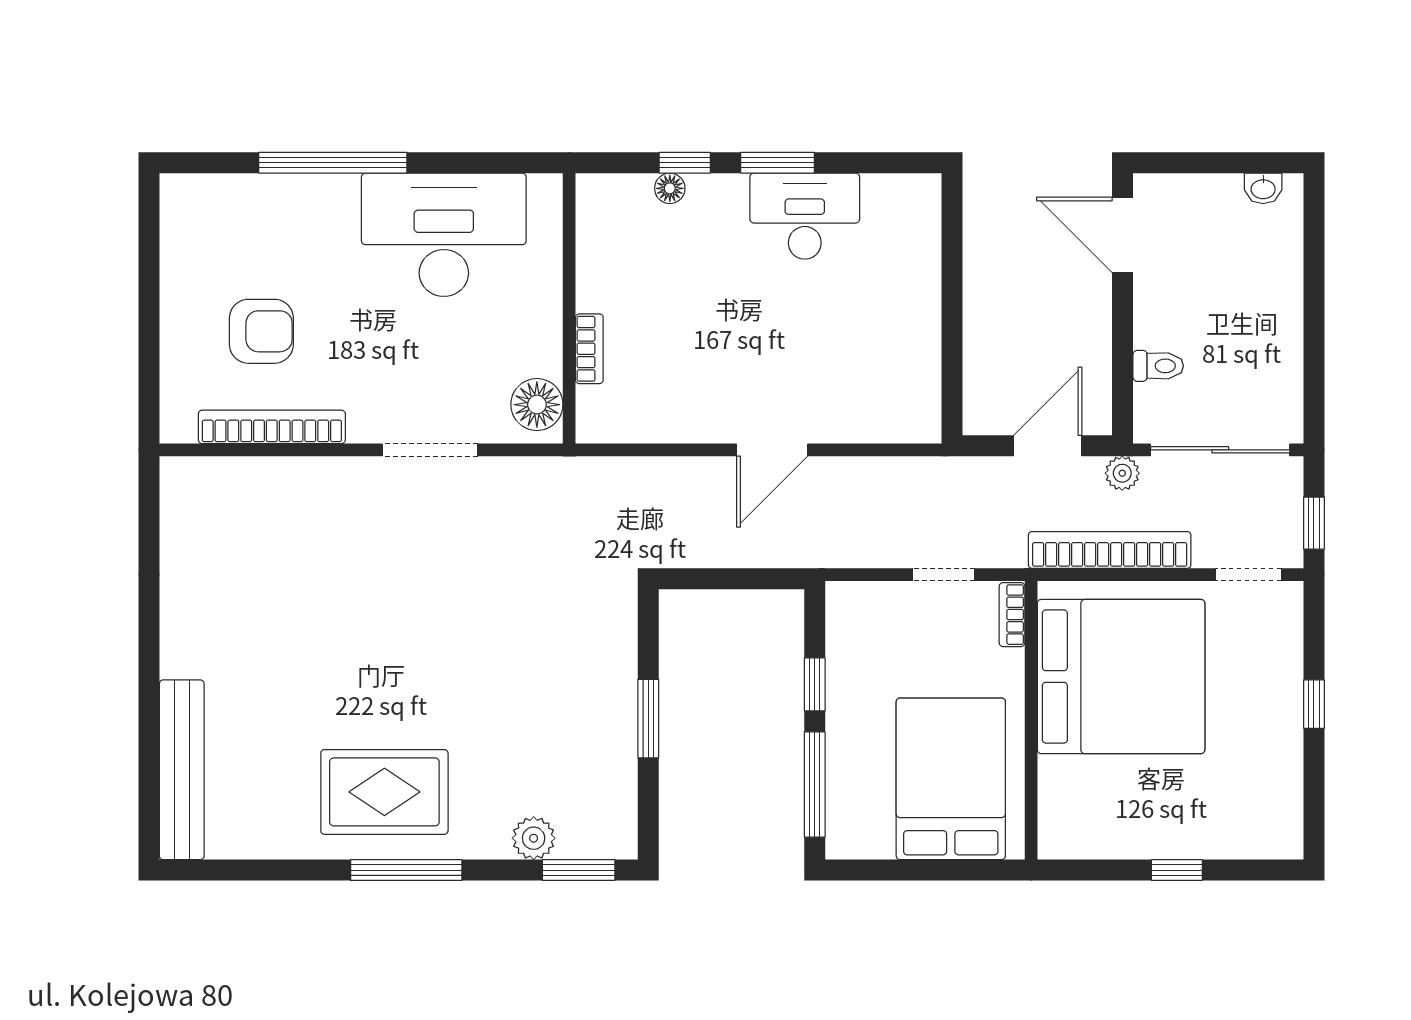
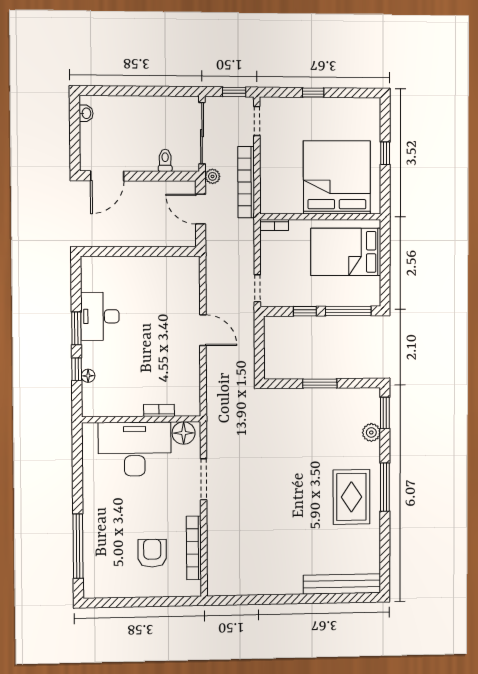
window: (333, 163) -> (78, 546), moved
desk: (444, 235) -> (135, 449), moved, turned 90
doorway: (943, 575) -> (257, 288), moved
bed: (1121, 677) -> (337, 177), moved

